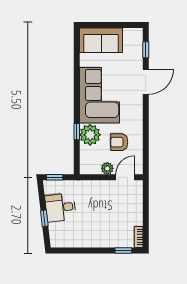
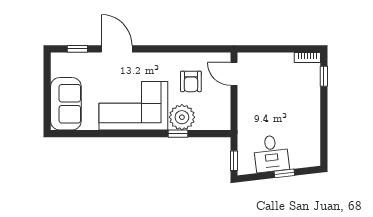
plant: (107, 168) -> (223, 96), removed

